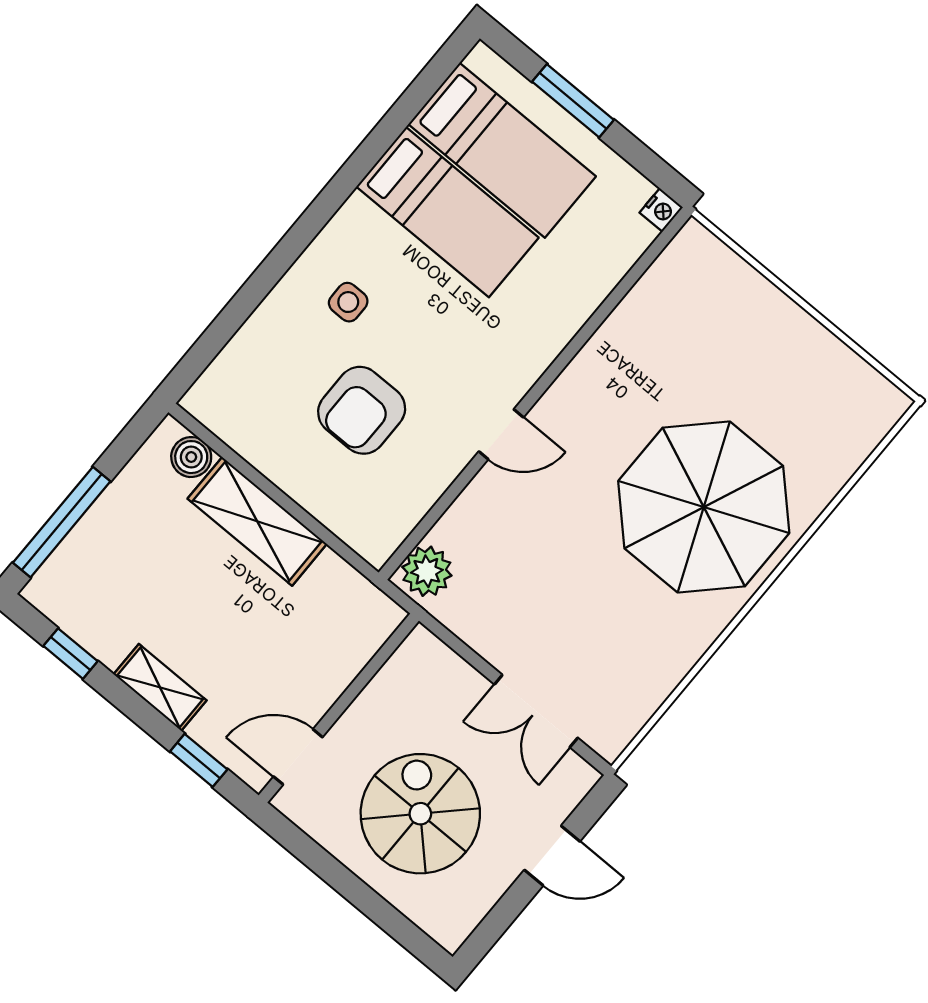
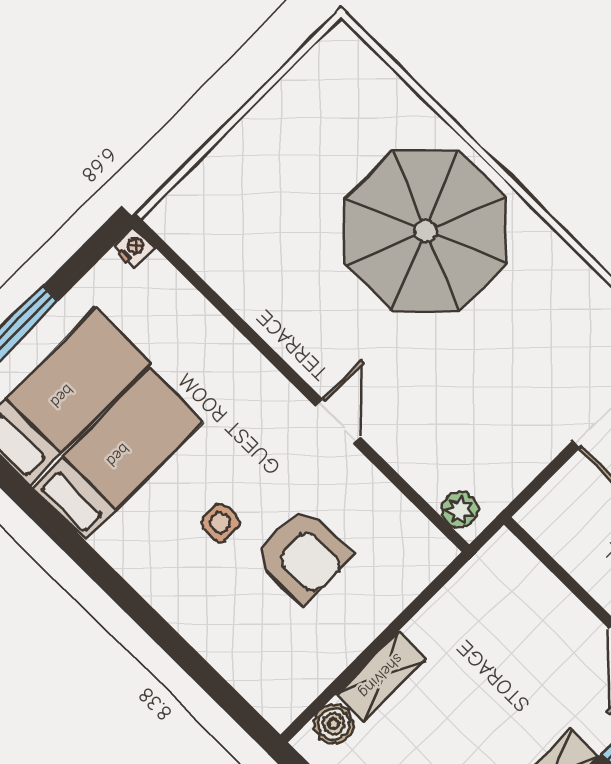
side table: (348, 302) -> (220, 523), moved
shelving: (257, 521) -> (381, 676), width x0.67, depth x0.75
plant: (427, 571) -> (460, 510), width x0.73, depth x0.73

